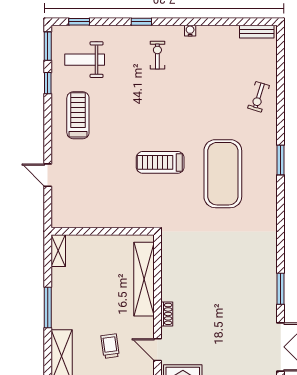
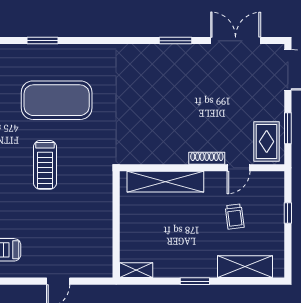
window: (48, 308) -> (195, 281), width x0.69
shoe rack: (167, 314) -> (207, 158), width x1.43
trolley: (110, 346) -> (235, 217), turned -89

